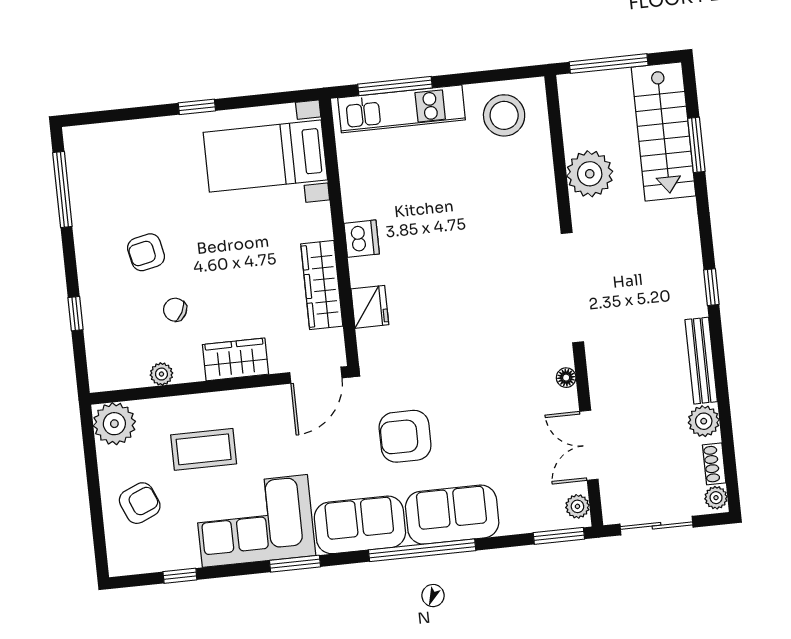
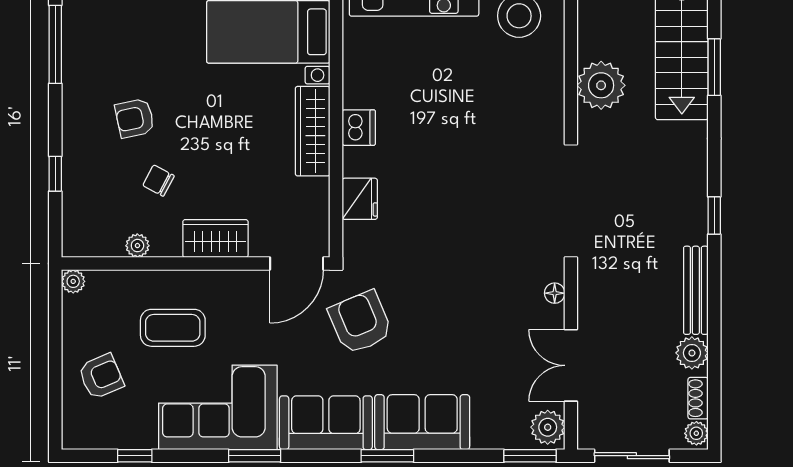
wardrobe: (322, 285) -> (313, 131), moved
plant: (114, 424) -> (73, 281), width x0.53, depth x0.53
armchair: (405, 436) -> (360, 322), moved, turned 67
plant: (577, 506) -> (548, 427), width x1.38, depth x1.38
window: (422, 550) -> (387, 456), width x0.47

